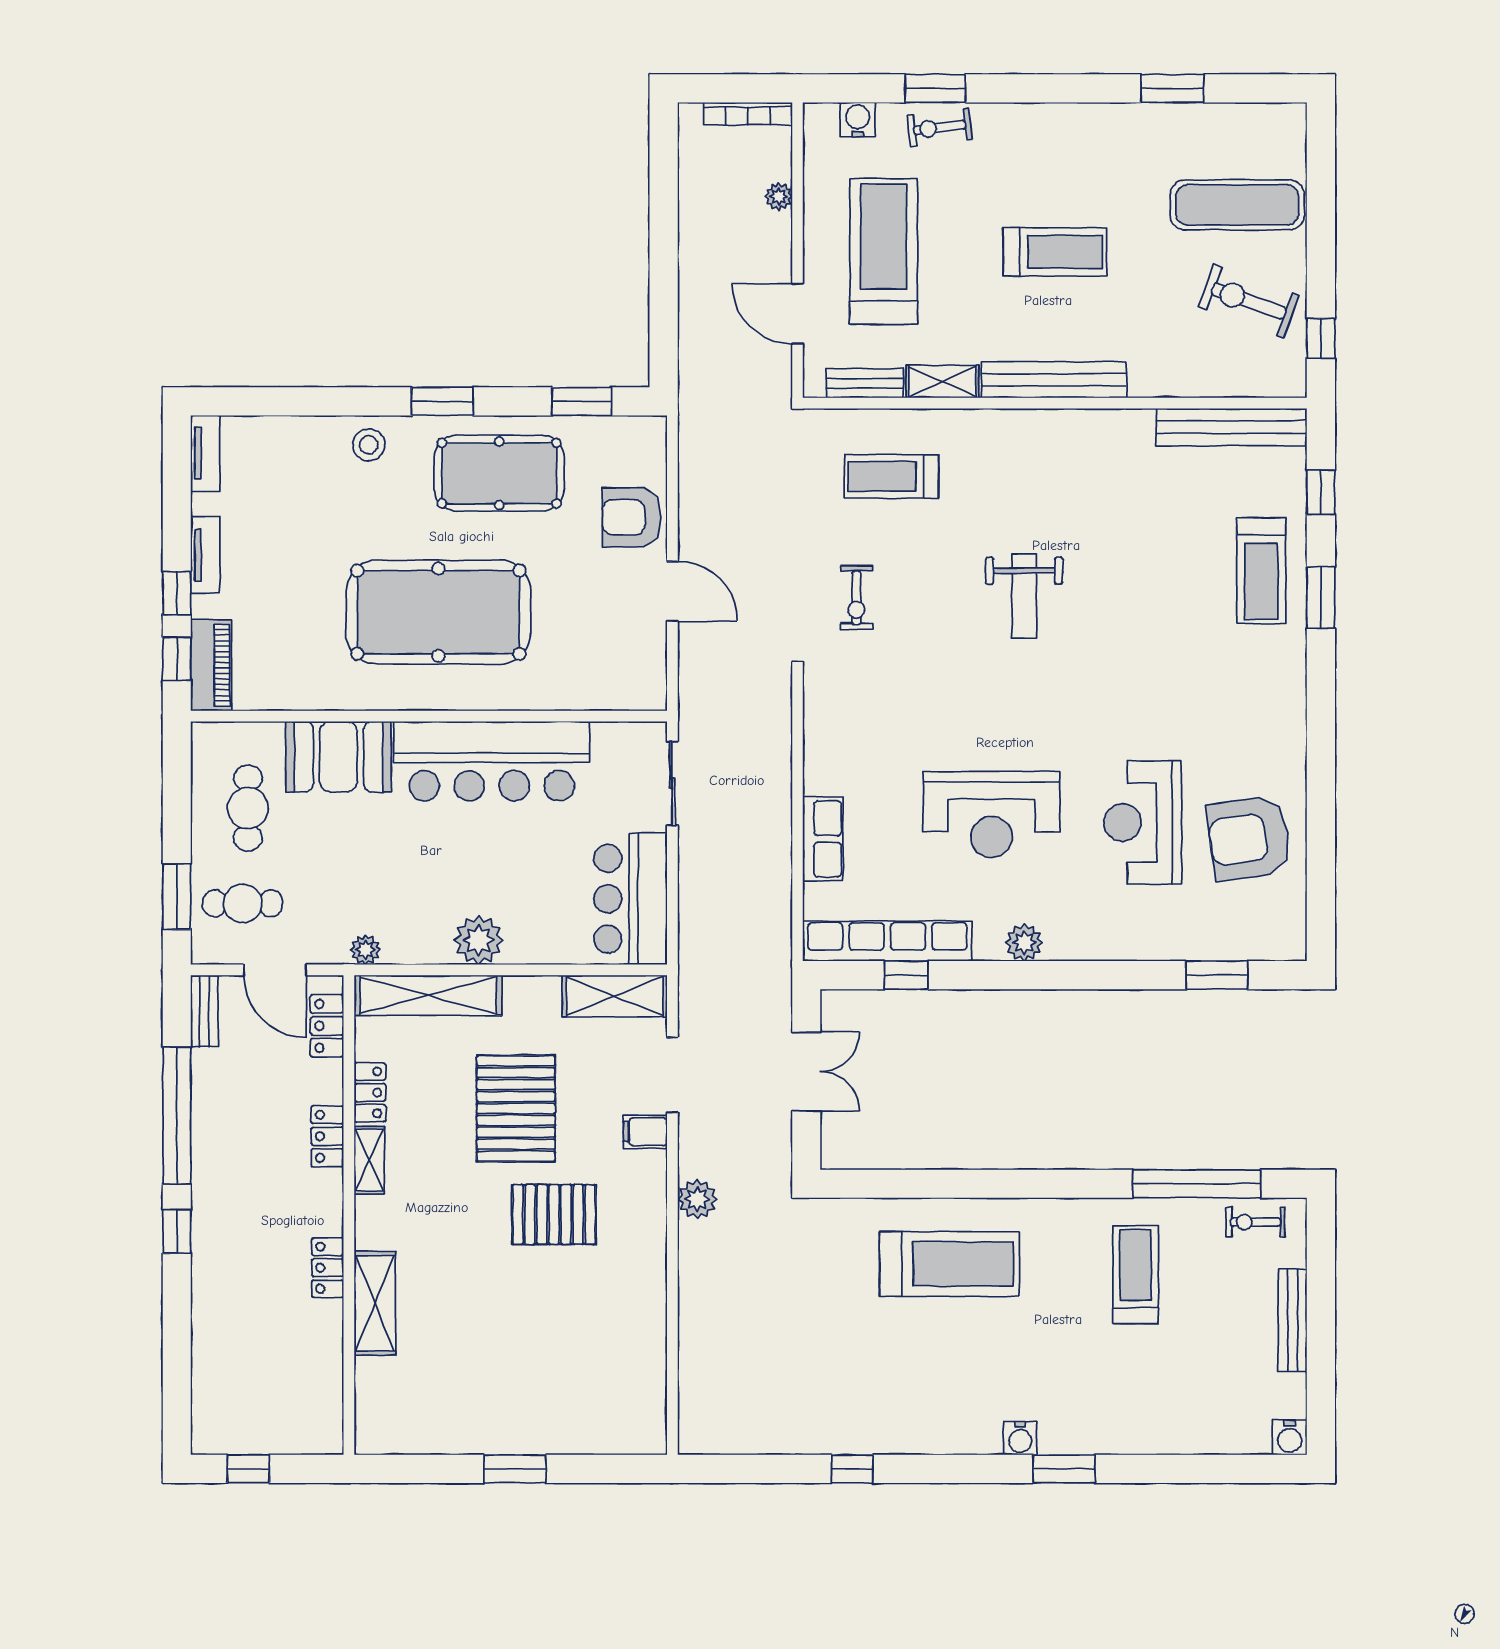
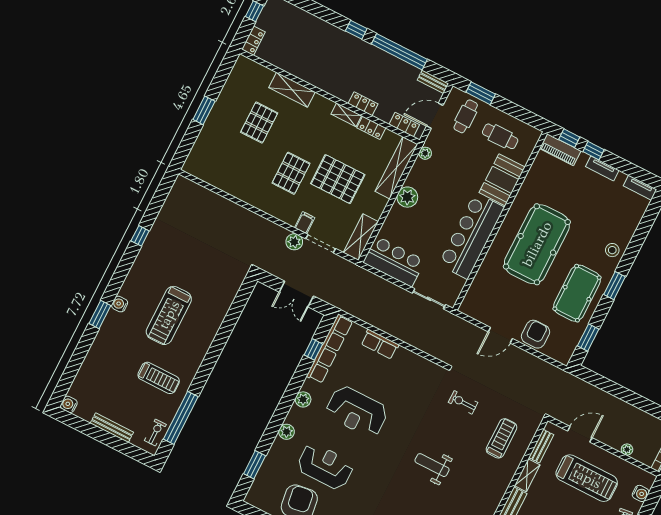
reception desk: (992, 815) -> (357, 412), turned -90
plant: (1111, 943) -> (287, 432), added
plant: (697, 1199) -> (294, 242), moved
treadmill: (949, 1264) -> (169, 315), moved
locker: (328, 1268) -> (253, 41), moved, turned 90
pallet: (481, 1338) -> (259, 123), added

